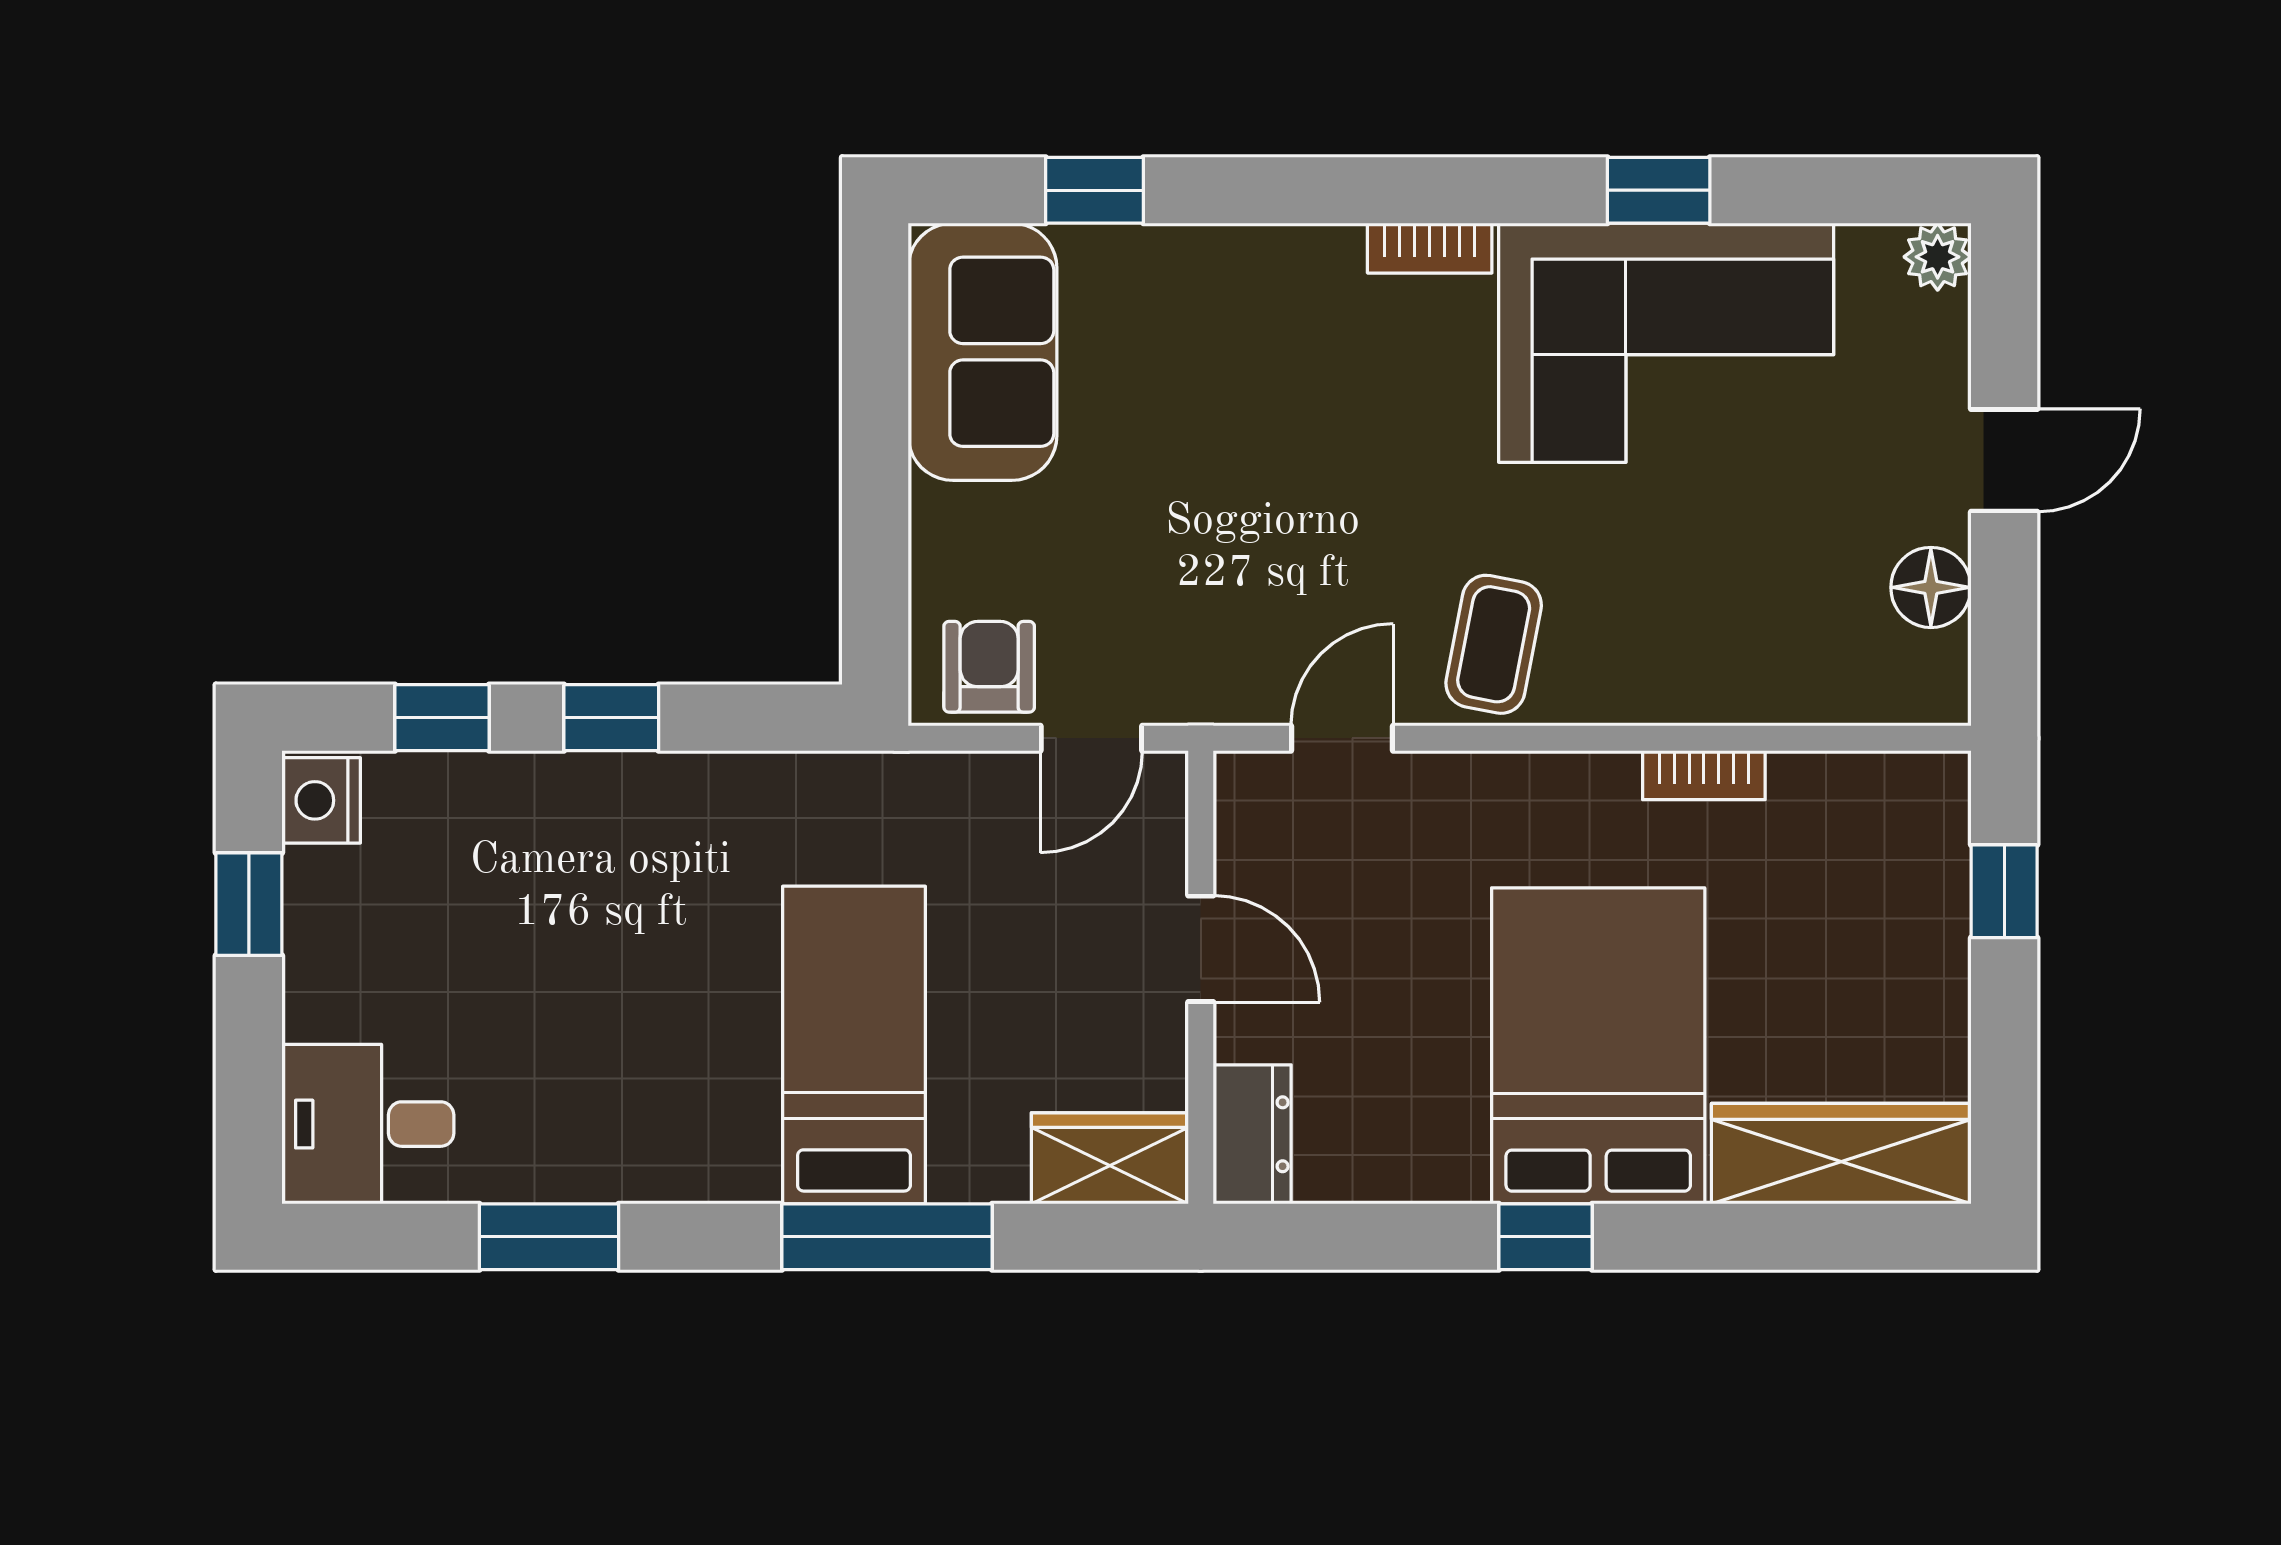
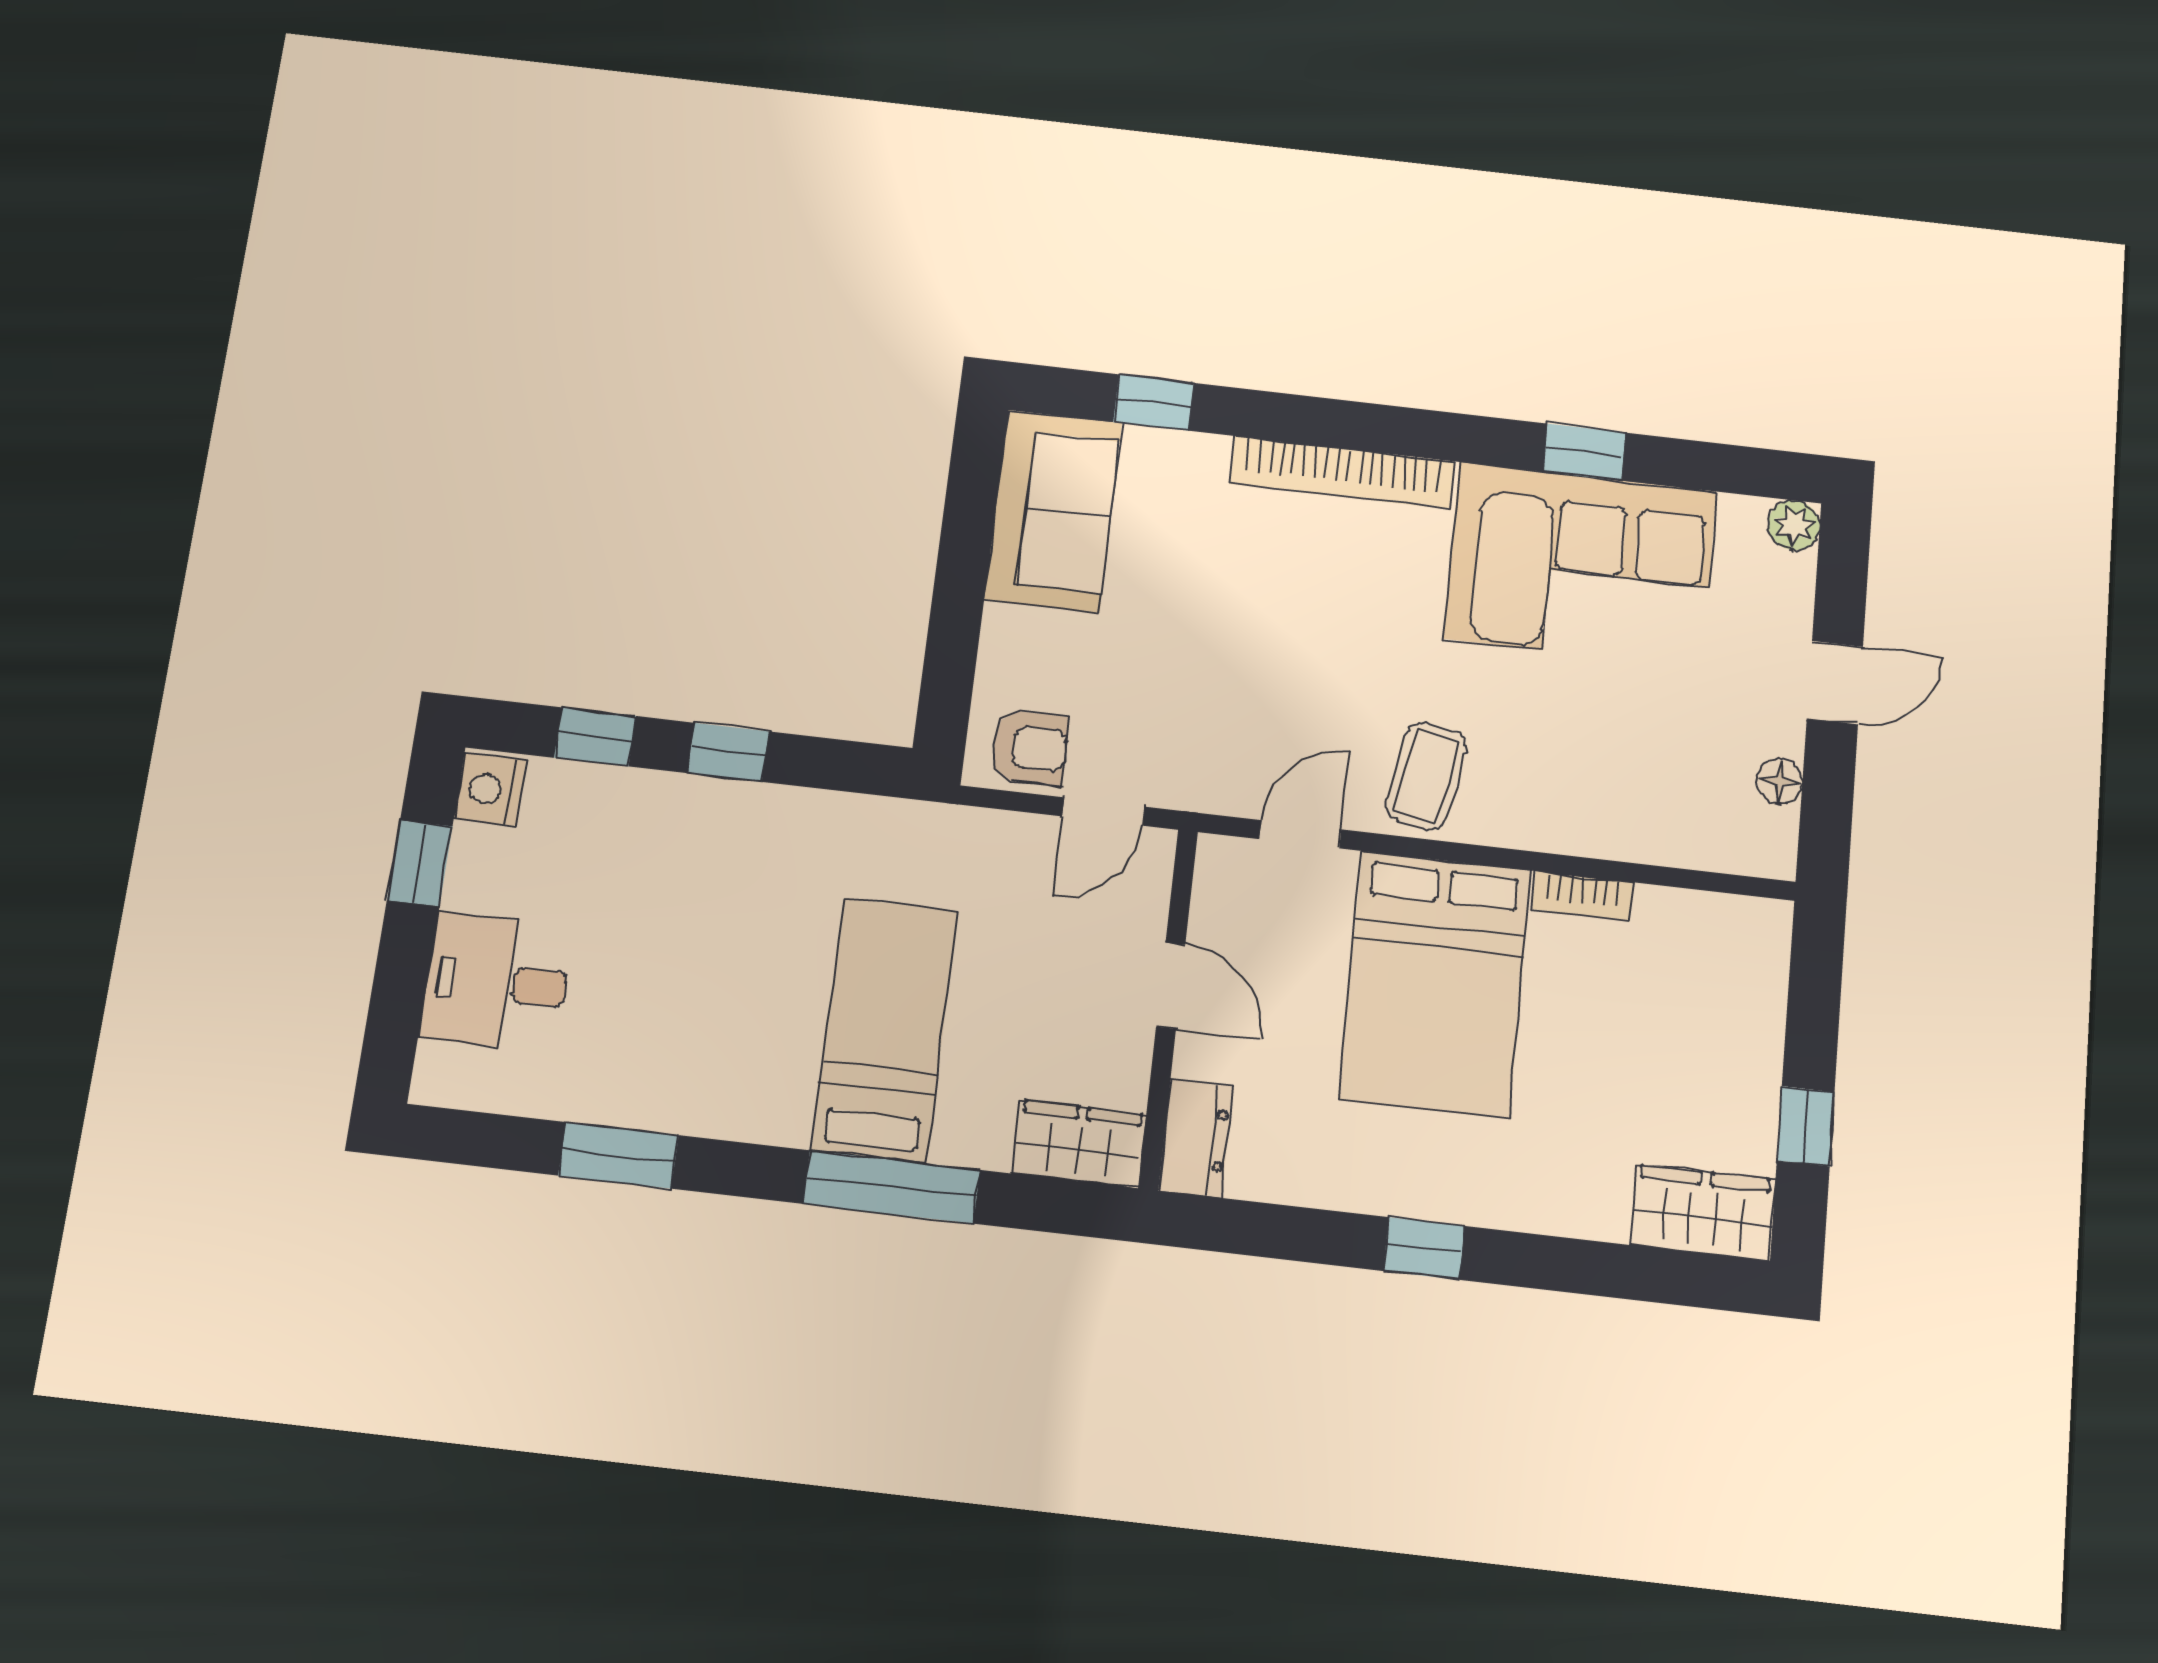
bookcase: (1430, 248) -> (1342, 473), width x2.31, depth x1.31
floor lamp: (1931, 587) -> (1779, 781), width x0.73, depth x0.73
armchair: (989, 667) -> (1029, 748), turned 90
window: (2004, 891) -> (1806, 1126), moved
bed: (1598, 1046) -> (1435, 984), moved, turned 180
desk: (368, 1124) -> (497, 982), moved
wardrobe: (1841, 1154) -> (1703, 1212), width x0.67

